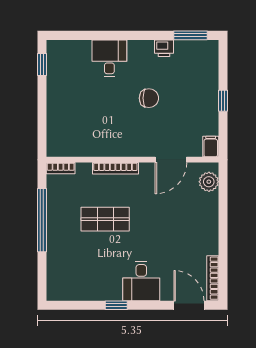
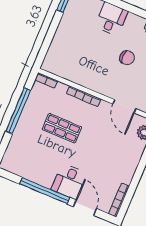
door: (171, 160) -> (124, 106), hinge flipped
window: (116, 305) -> (45, 191), width x3.17
door: (189, 305) -> (85, 208), moved

